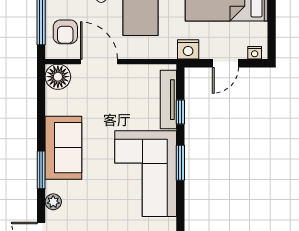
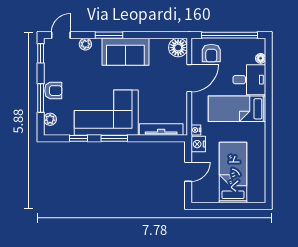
armchair: (65, 32) -> (211, 53), turned -90
nightstand: (255, 53) -> (196, 130), moved
door: (225, 63) -> (188, 172), swing flipped
window: (180, 112) -> (78, 138), moved

